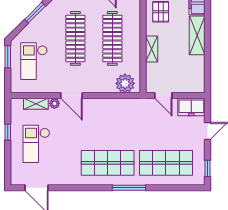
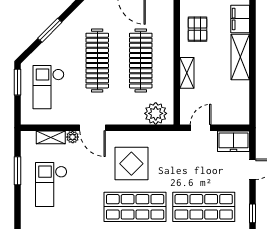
door: (163, 96) -> (201, 128), swing flipped
display table: (105, 126) -> (131, 164), added
window: (8, 132) -> (18, 171), width x1.50

